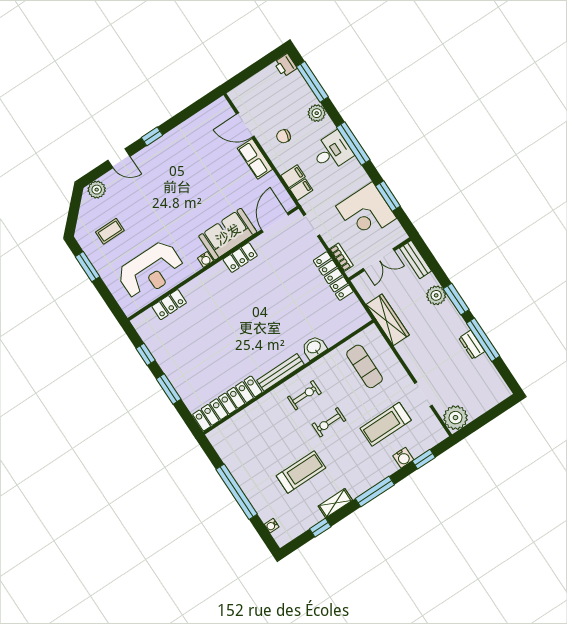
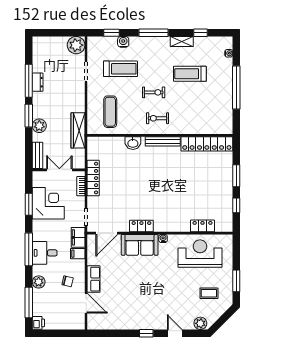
filing cabinet: (301, 190) -> (78, 237), width x2.00

